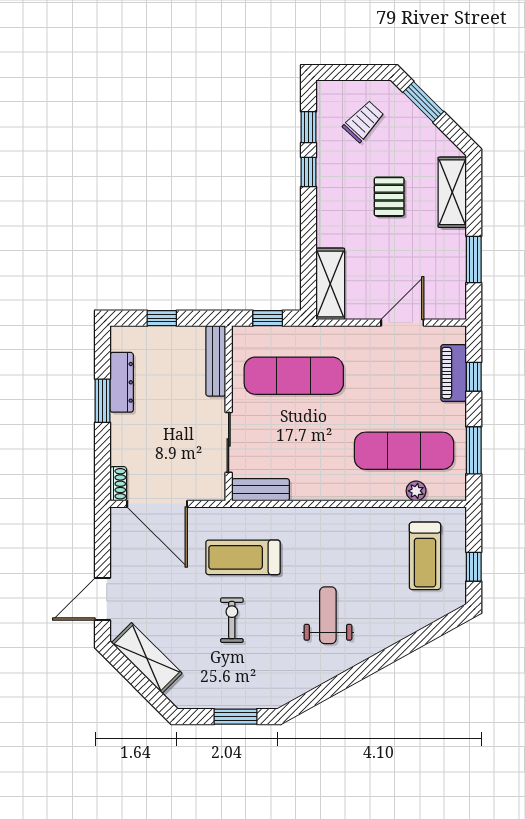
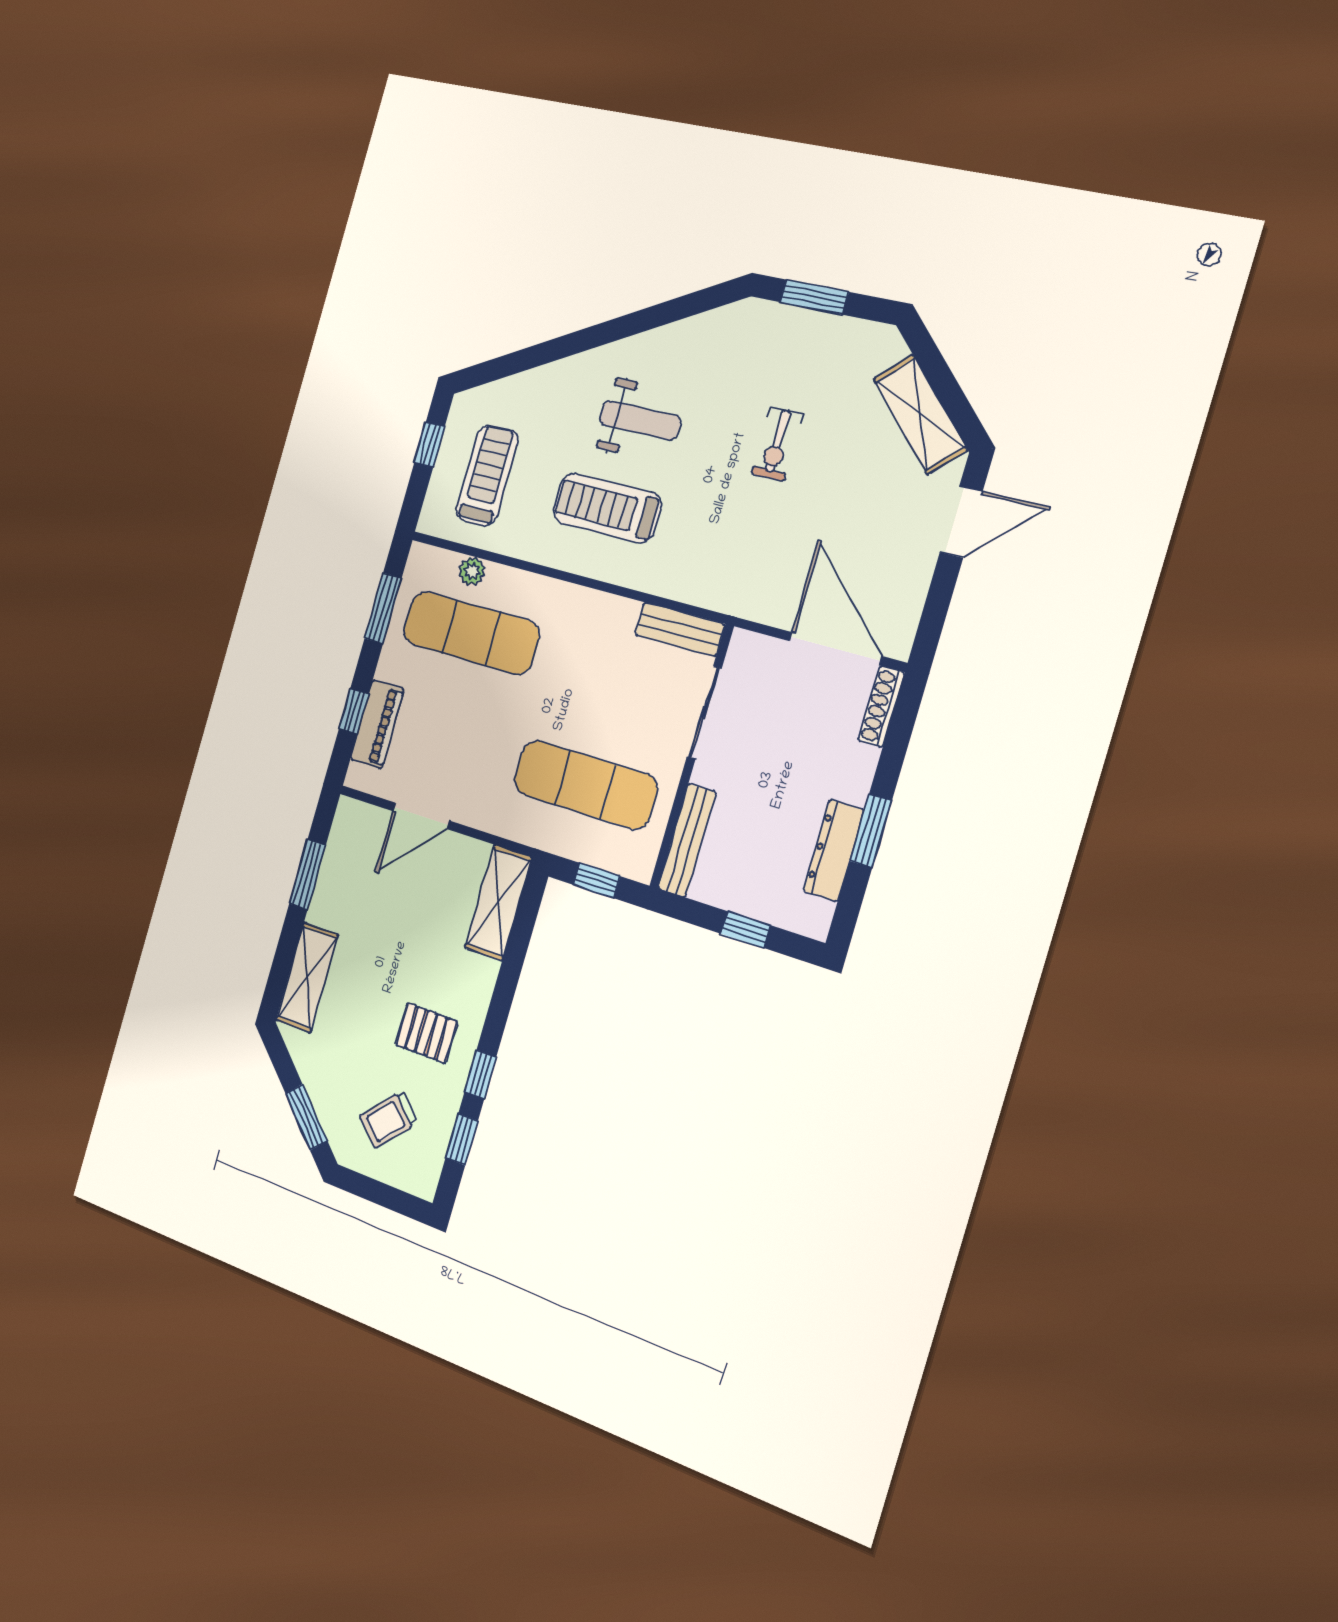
pallet: (389, 197) -> (426, 1033), moved, turned 90
shoe rack: (118, 484) -> (881, 707), width x1.43
treadmill: (243, 557) -> (607, 508), moved, turned 180
weight bench: (328, 615) -> (640, 420), turned -90

